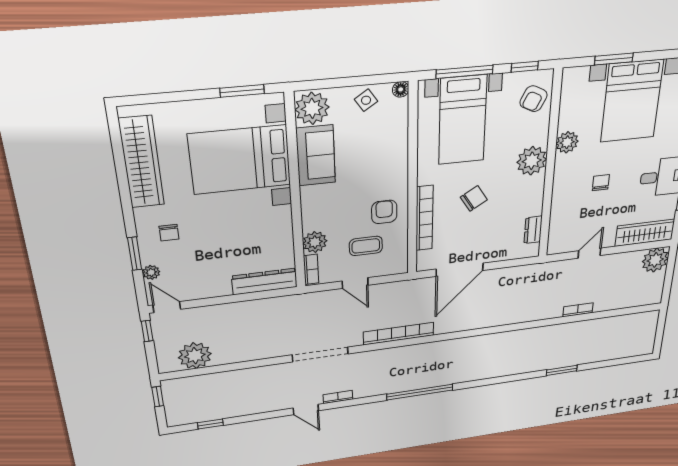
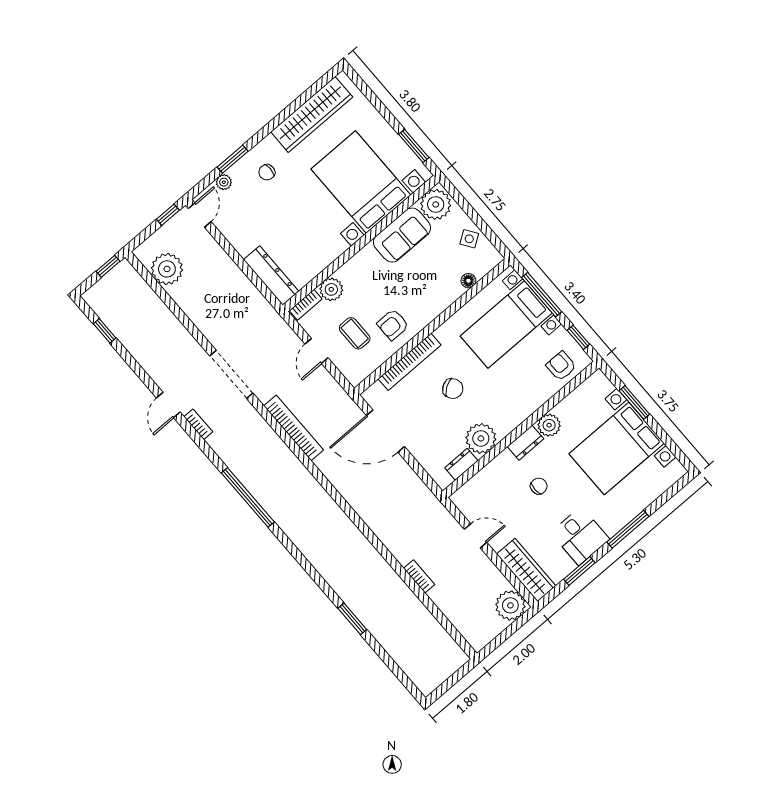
floor lamp: (401, 89) -> (468, 281), moved
armchair: (534, 99) -> (561, 366), turned 63
plant: (532, 161) -> (481, 438), moved
dresser: (563, 170) -> (526, 443), added
armchair: (384, 212) -> (393, 325), turned 180

